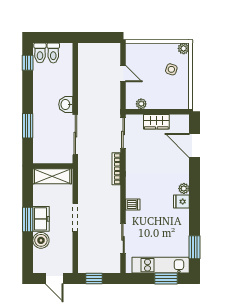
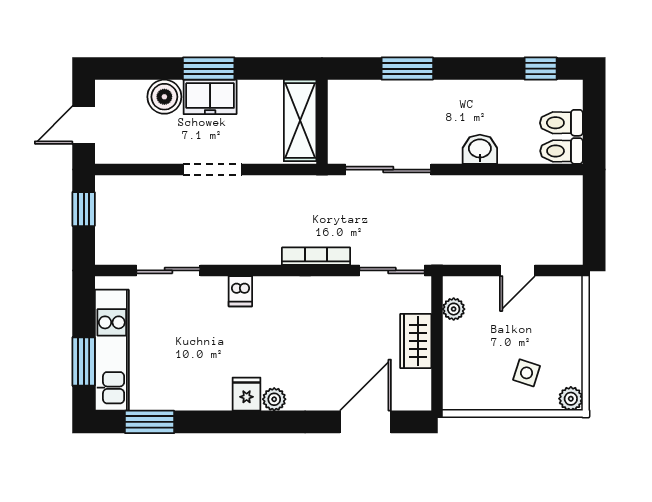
toilet: (40, 53) -> (562, 151), moved
washbasin: (66, 104) -> (480, 149), moved

